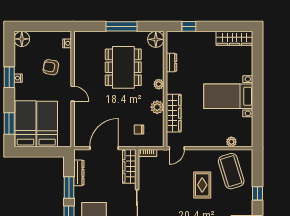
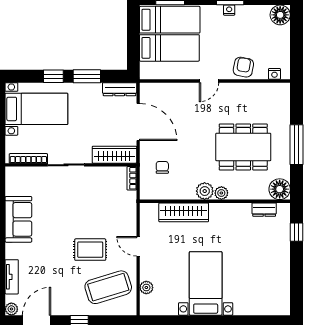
wardrobe: (234, 38) -> (281, 291), removed
dresser: (172, 62) -> (264, 210), moved
armchair: (51, 67) -> (243, 67), moved
plant: (157, 107) -> (205, 191), moved
door: (177, 148) -> (138, 246), moved
dresser: (79, 173) -> (120, 89), moved

